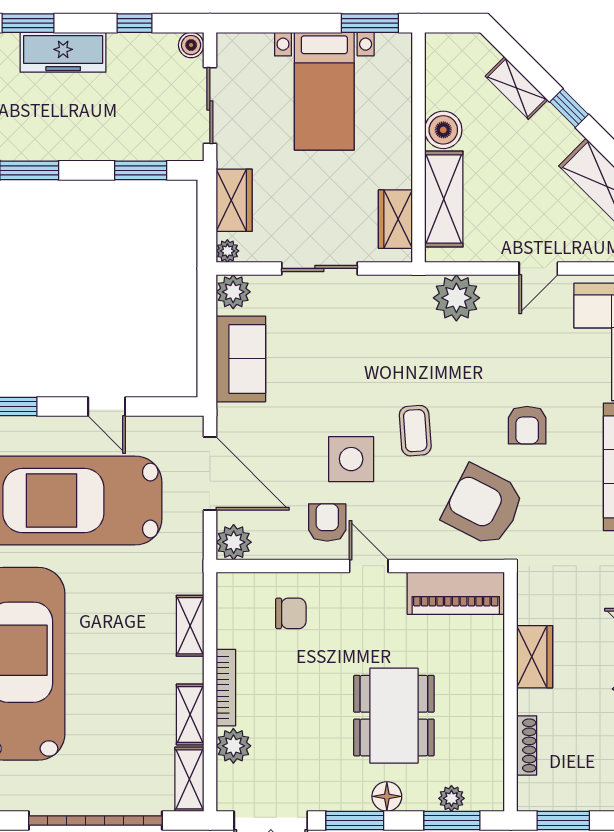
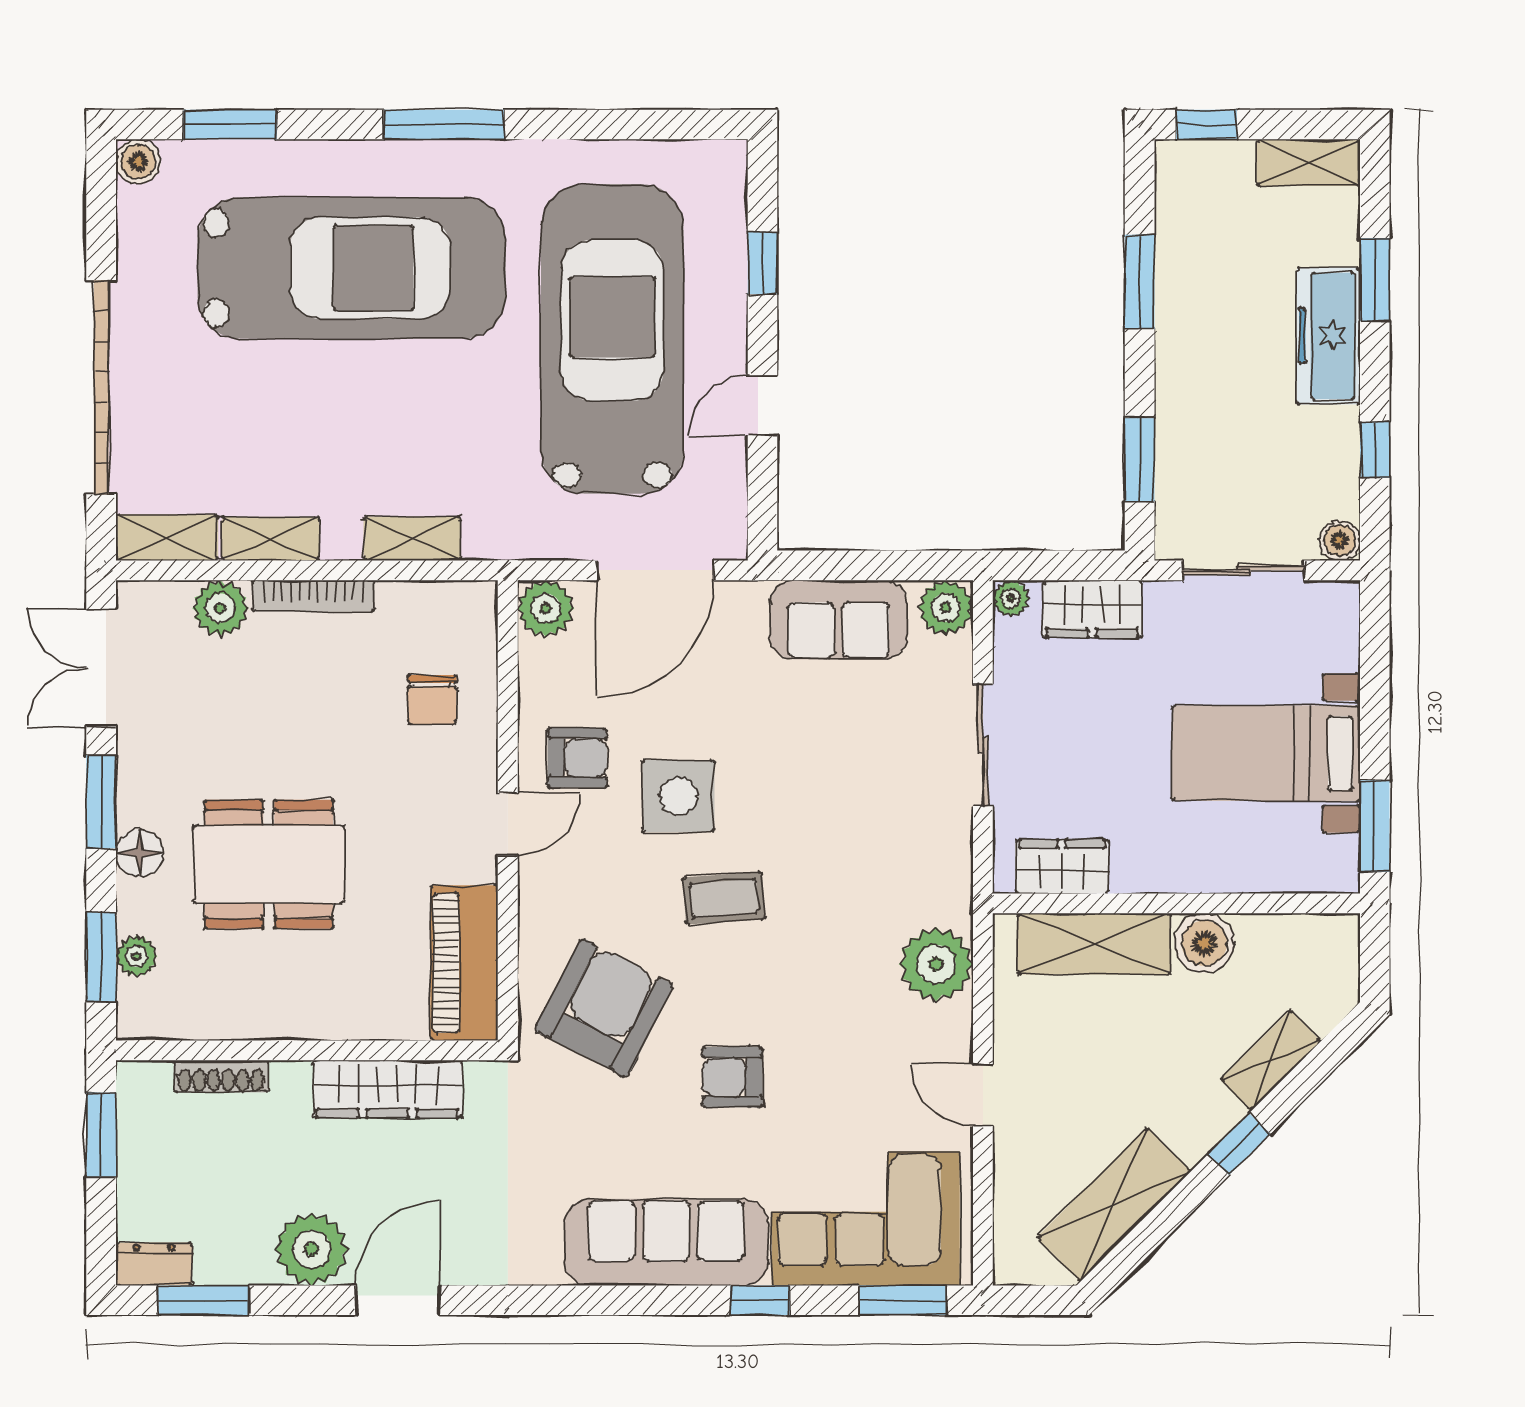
wardrobe: (535, 657) -> (388, 1089), width x1.50

